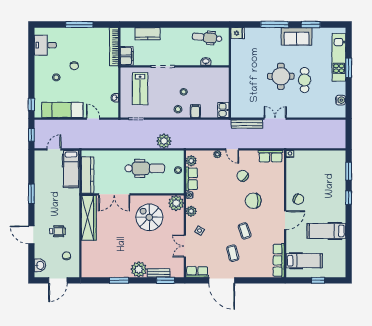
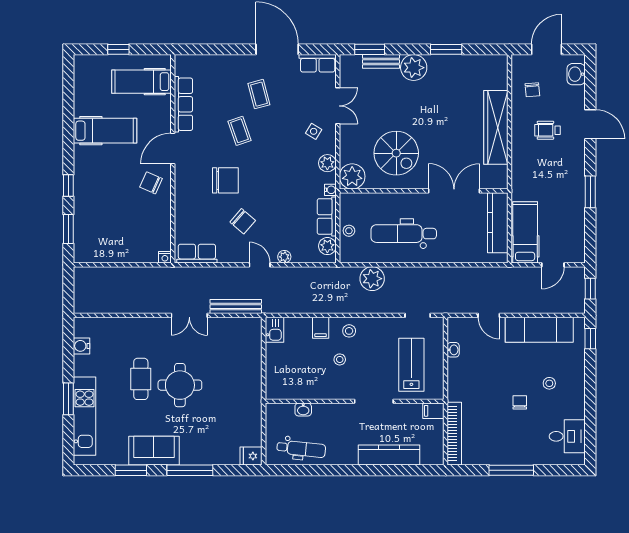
kitchen counter: (148, 34) -> (389, 455), width x1.50
filing cabinet: (127, 56) -> (433, 411), width x0.50
wardrobe: (89, 218) -> (496, 127), moved
row of seats: (279, 260) -> (183, 104), moved

